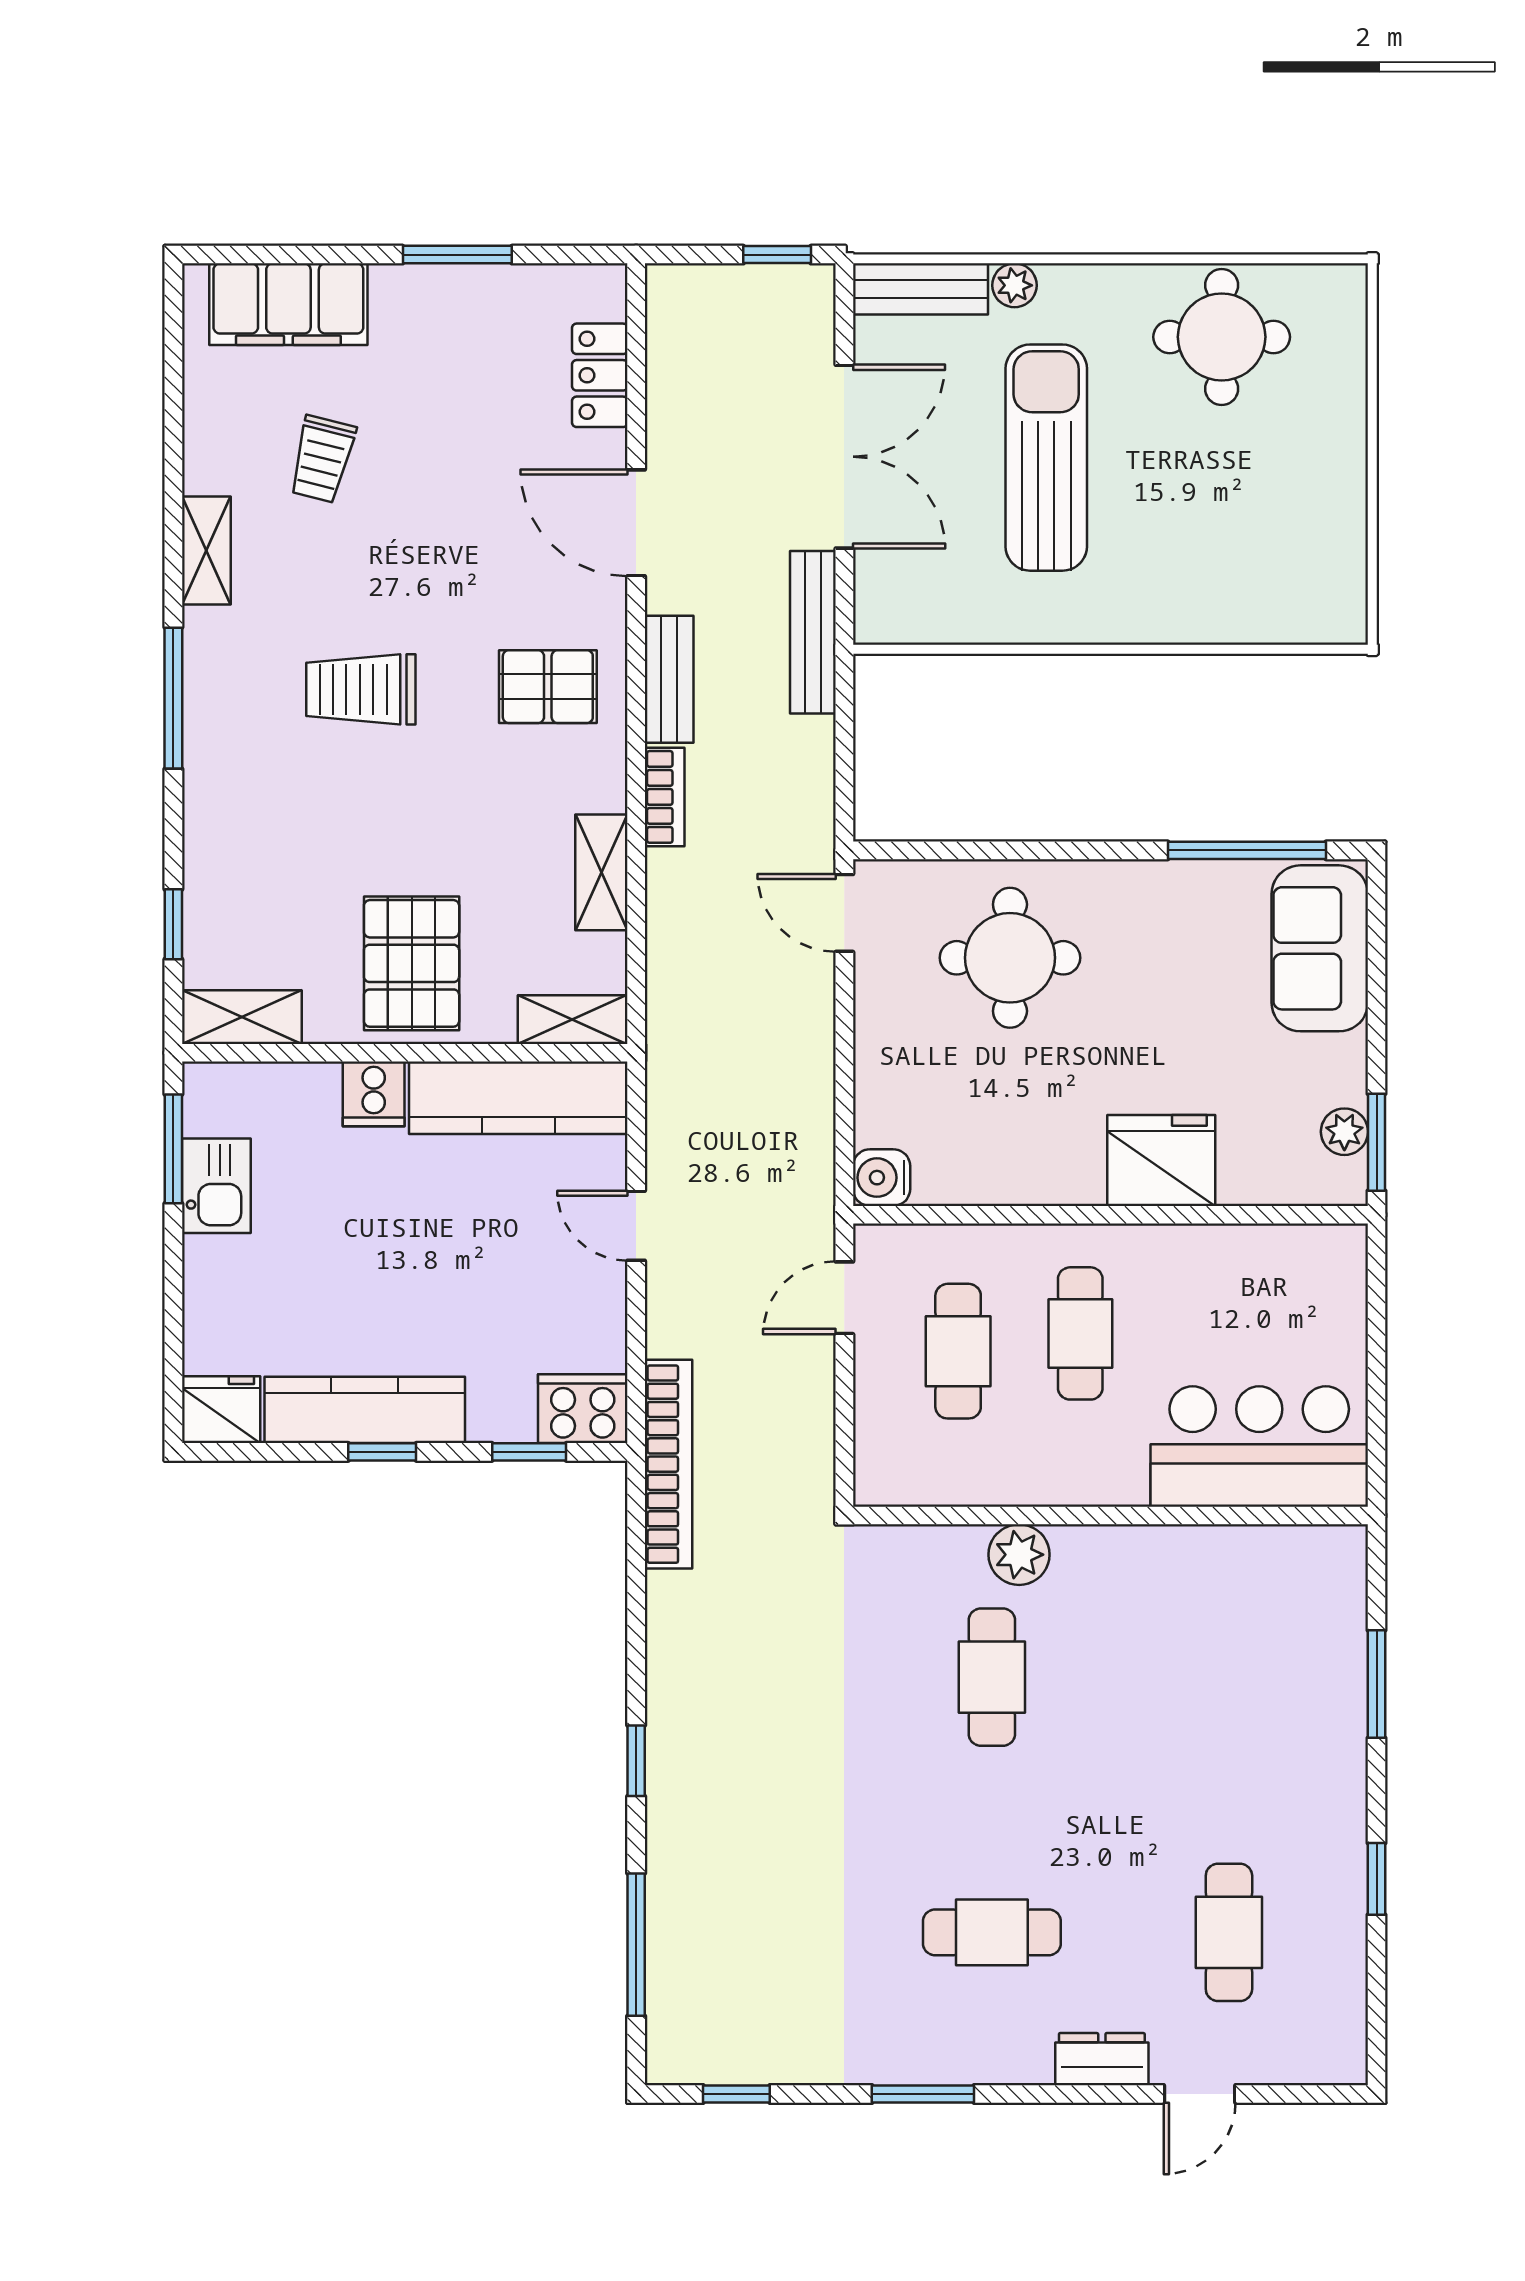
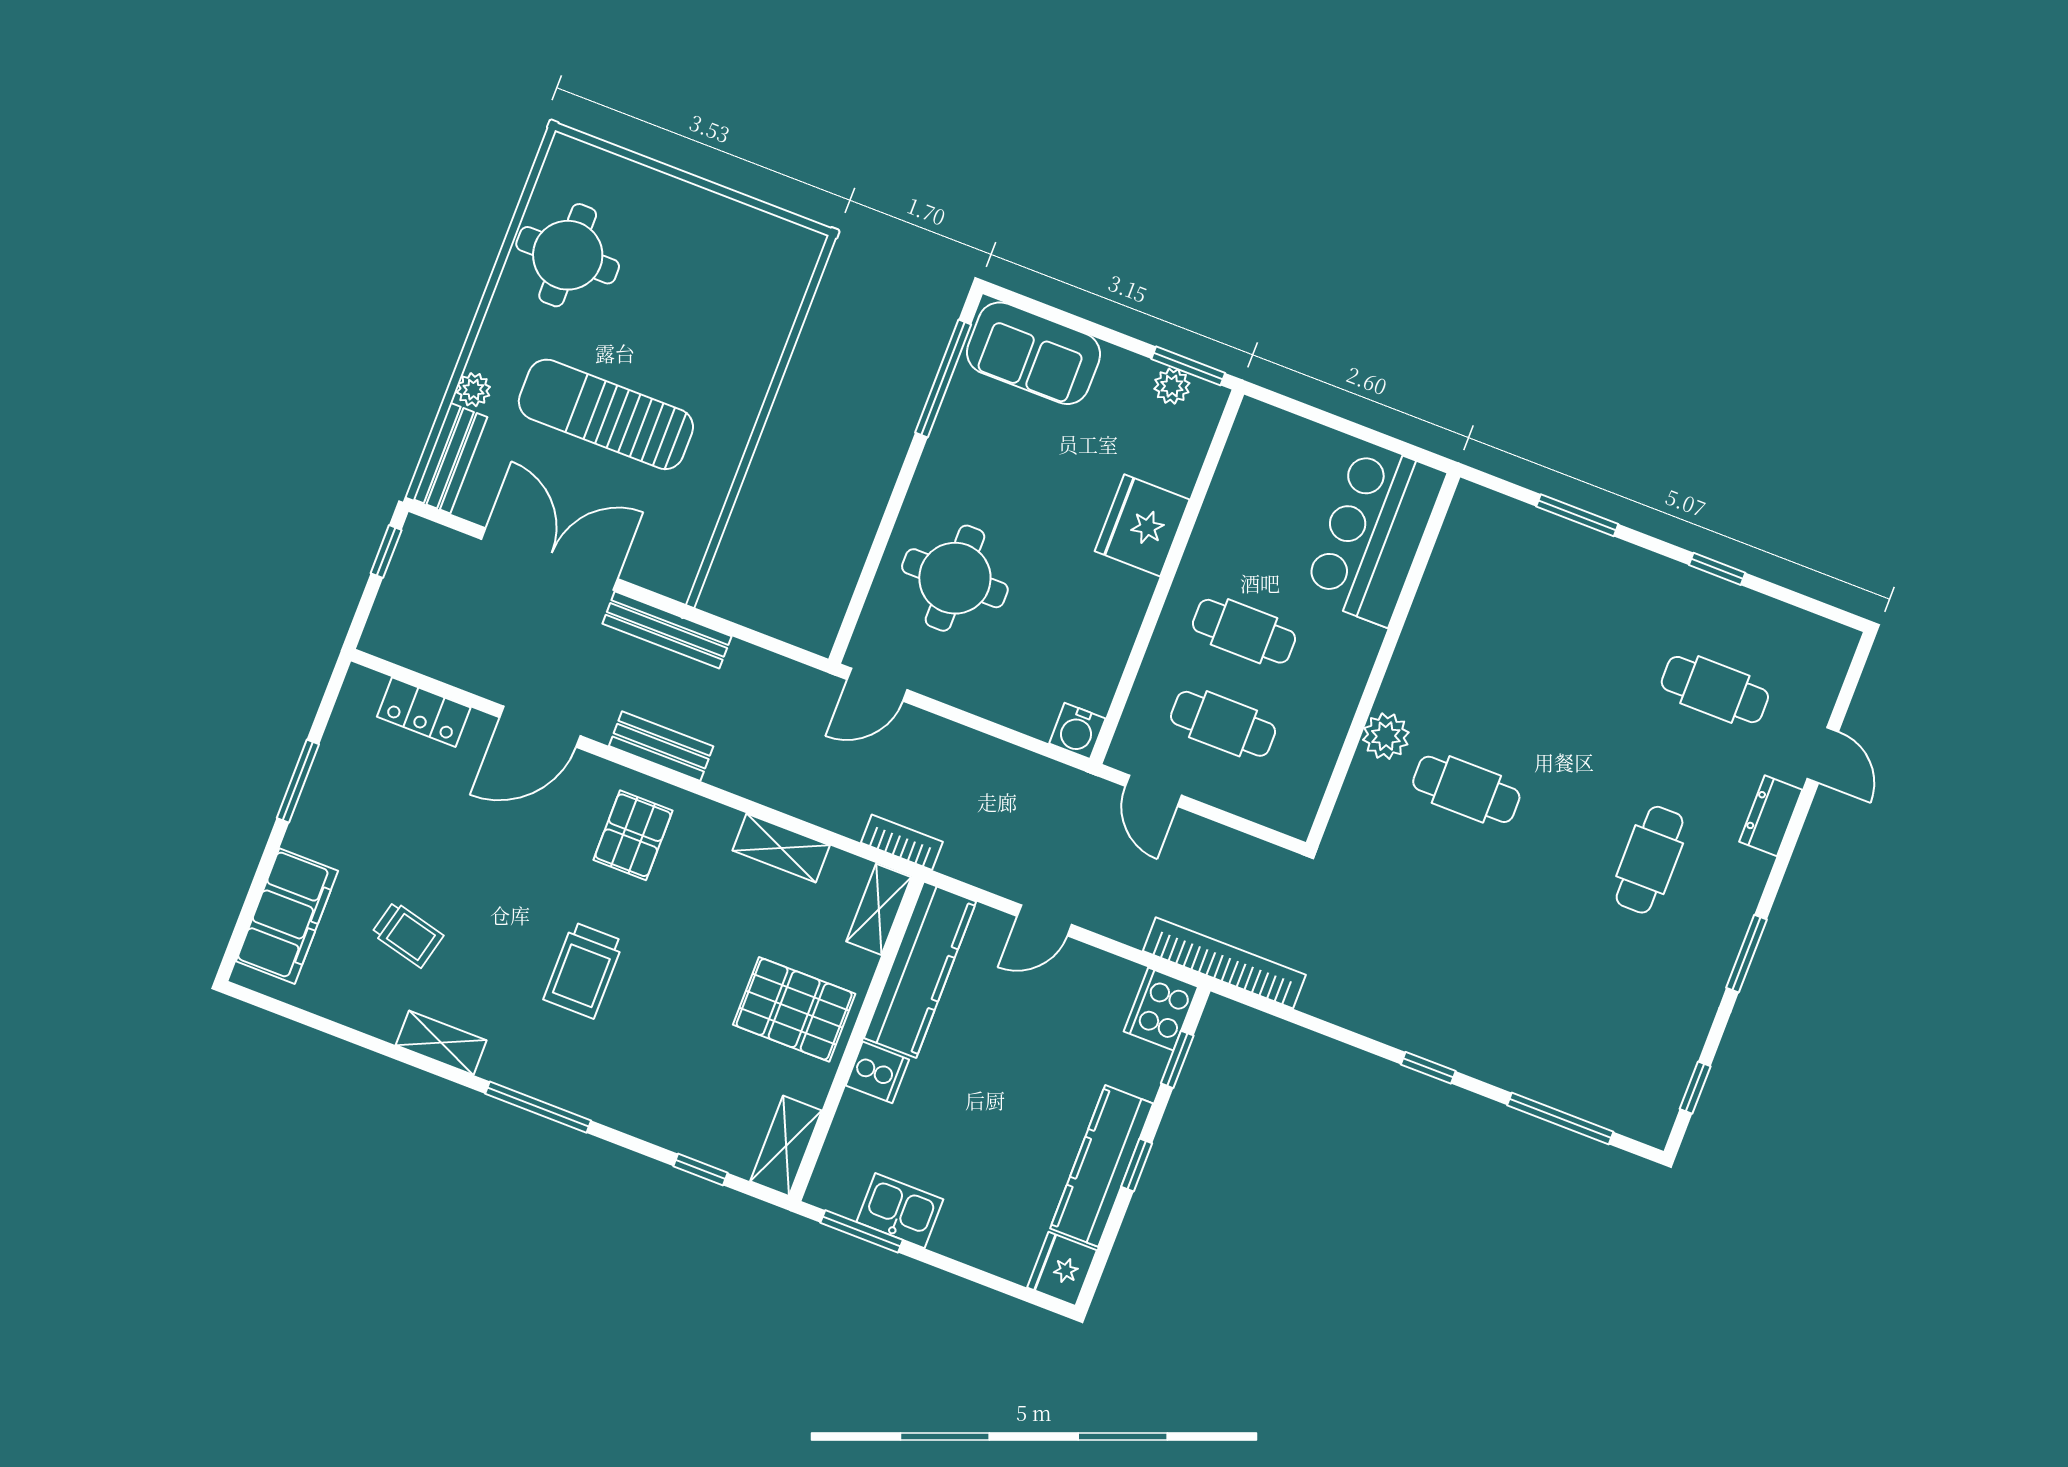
bookcase: (665, 797) -> (902, 842), moved

